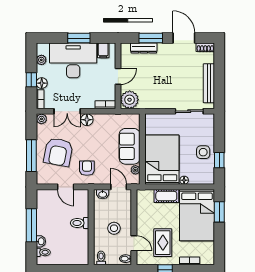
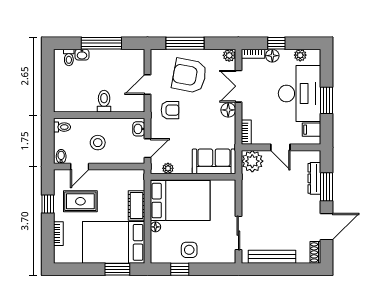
sofa: (130, 146) -> (214, 161), moved

